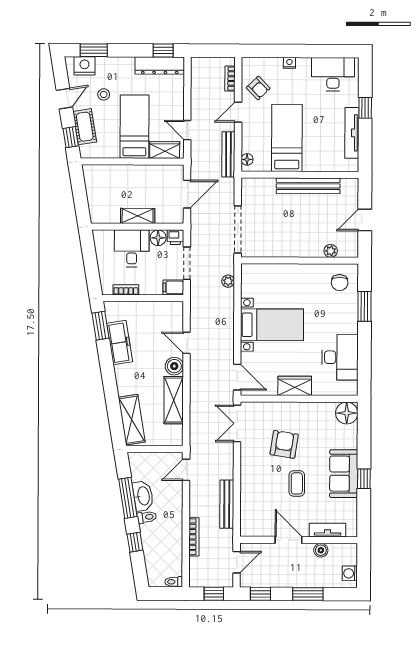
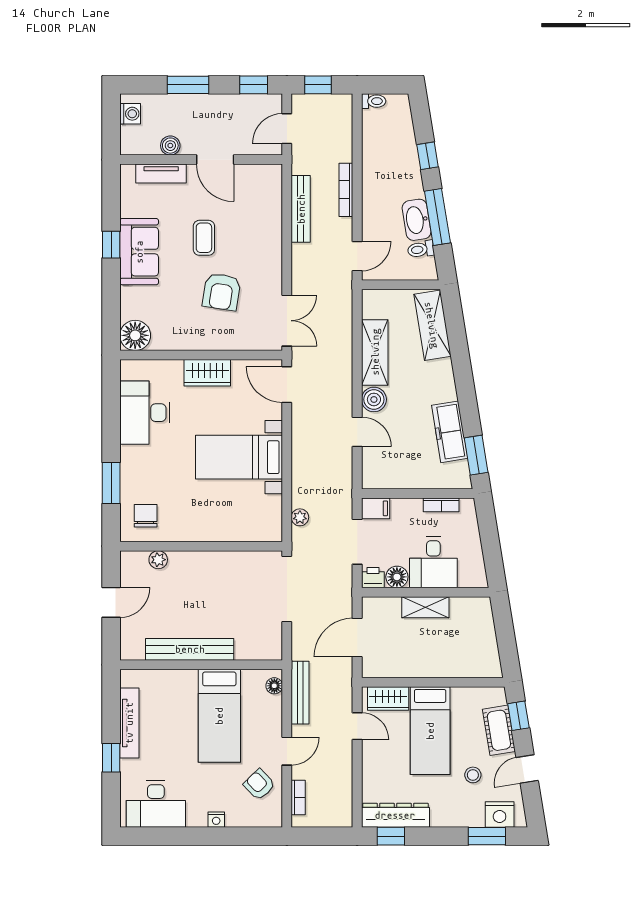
toilet: (147, 517) -> (421, 249), moved
bookcase: (194, 537) -> (346, 190), moved

